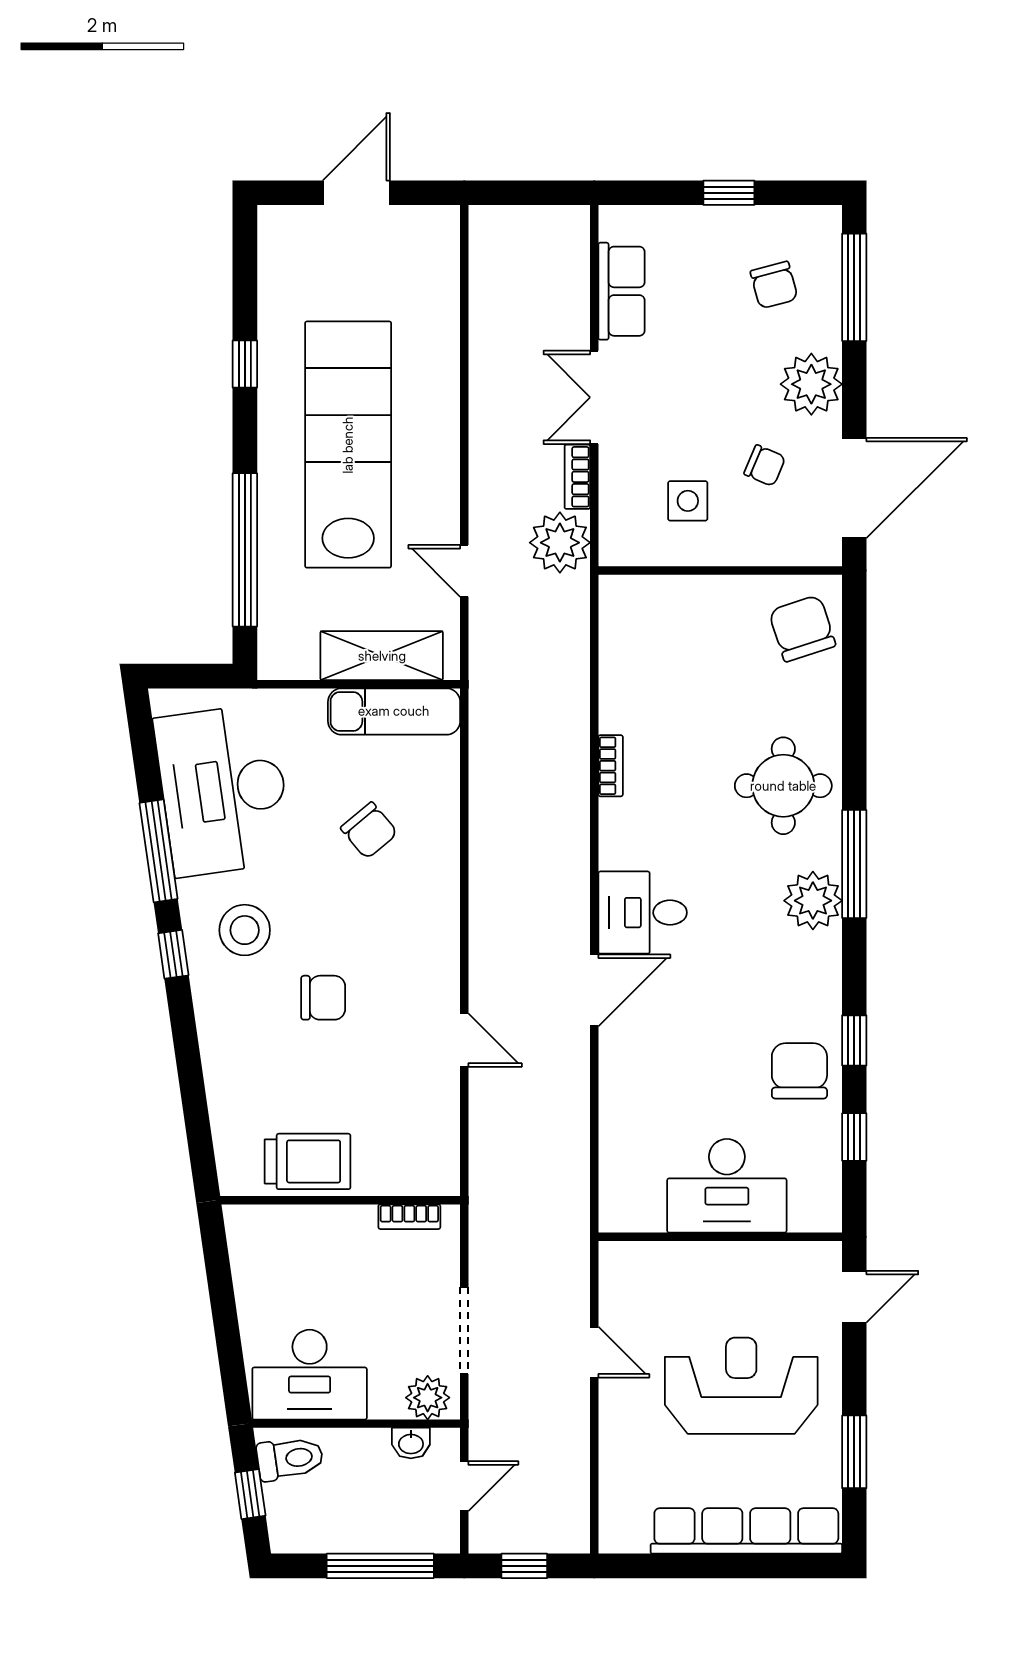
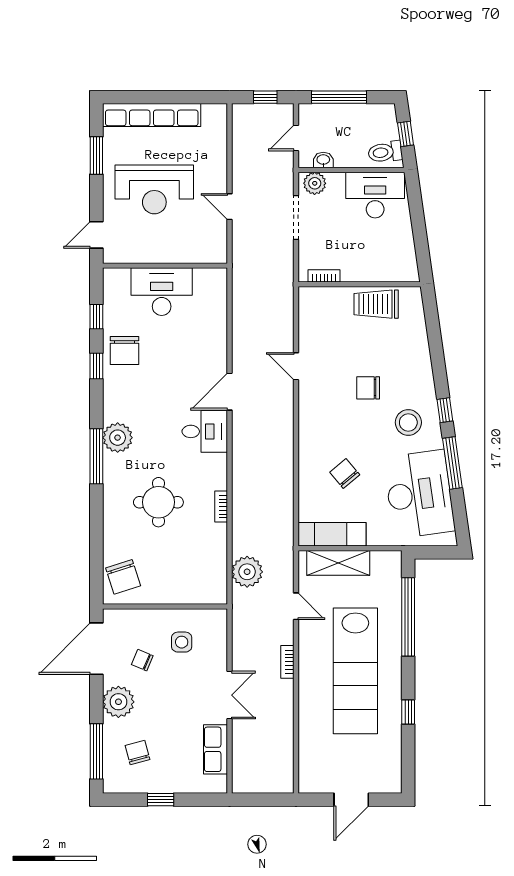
bookcase: (577, 477) -> (287, 662), moved, turned 180
plant: (560, 543) -> (247, 572), moved
round table: (783, 786) -> (158, 502), moved

